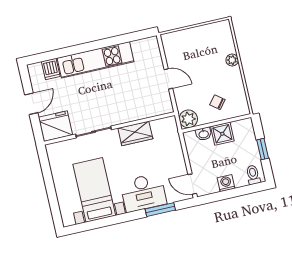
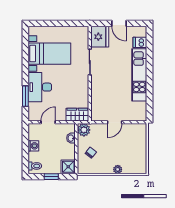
wardrobe: (135, 133) -> (77, 115), moved, turned 90
shower: (222, 134) -> (68, 167), moved
door: (192, 184) -> (48, 122), moved

